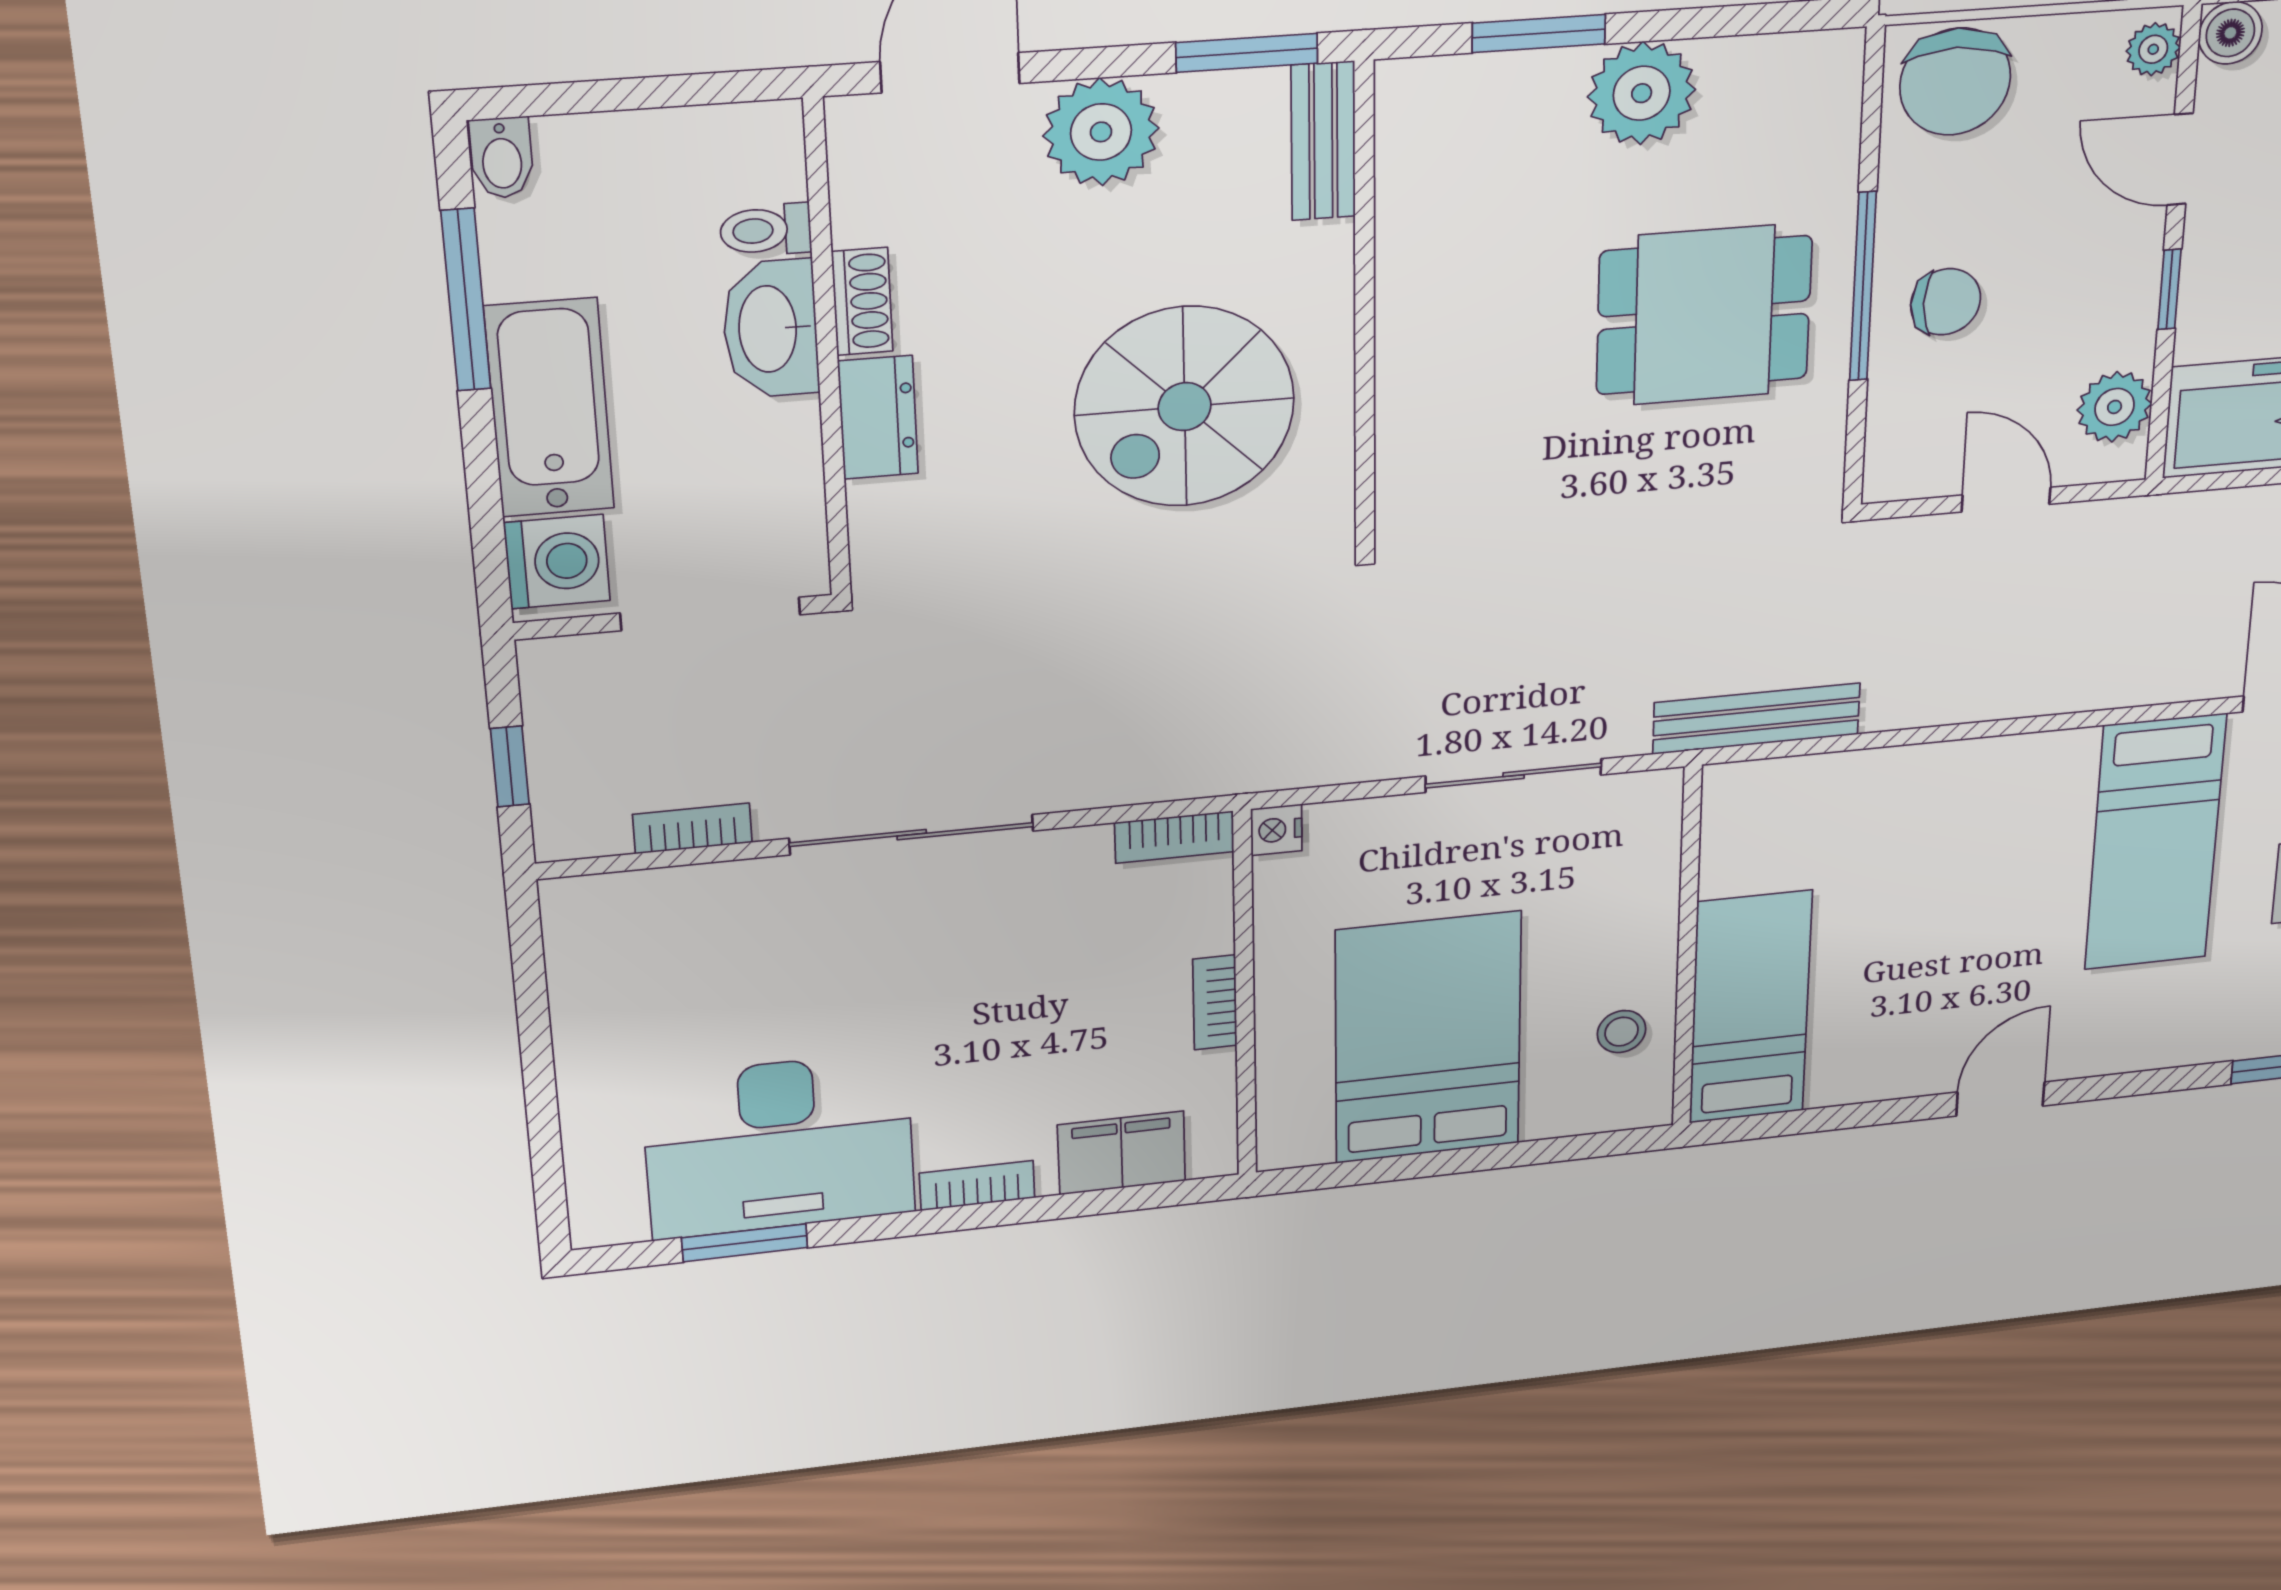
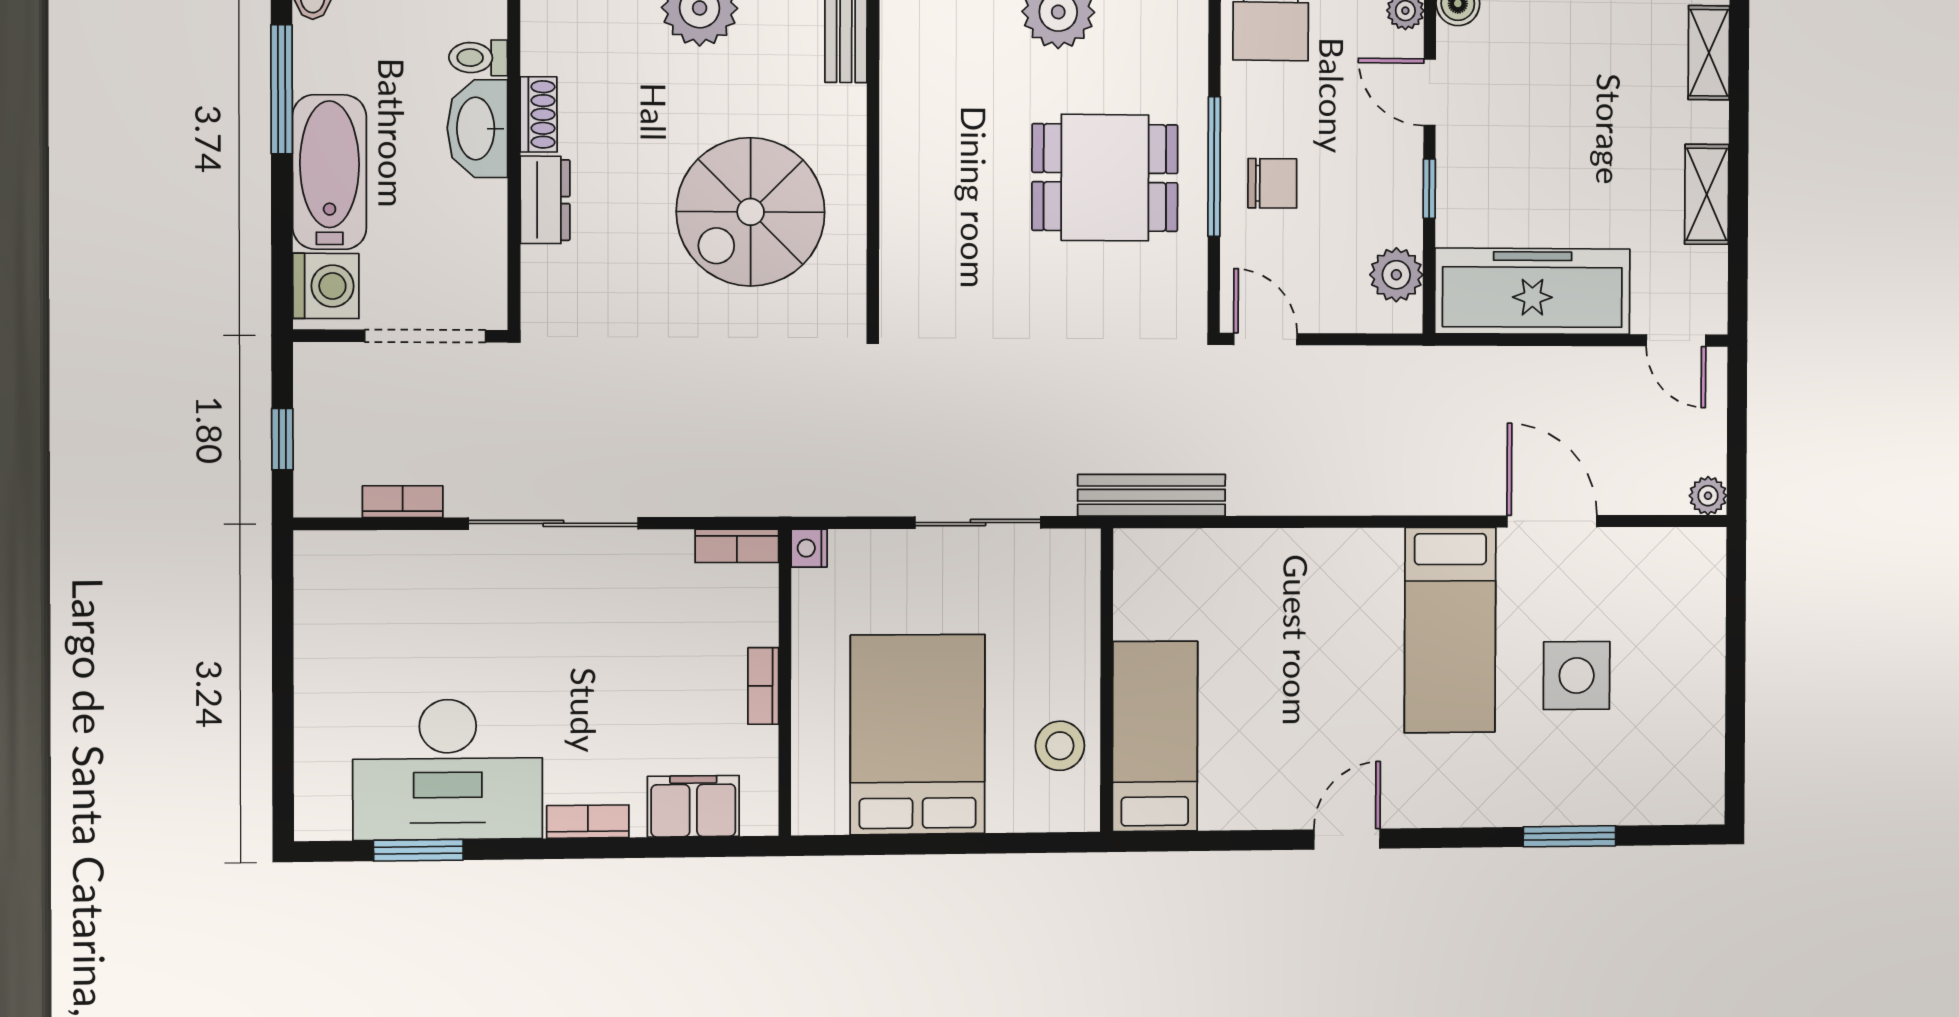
door: (2006, 500) -> (1265, 339), moved
stool: (1622, 1032) -> (1060, 746), width x1.37, depth x1.37

